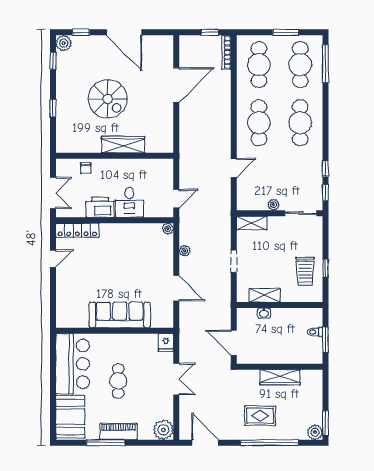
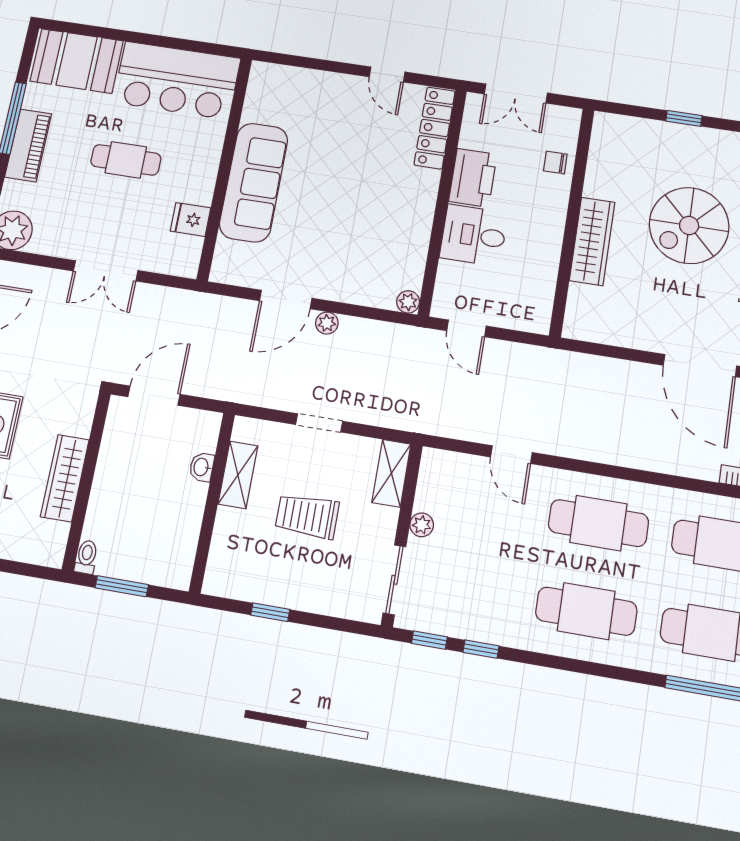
plant: (185, 251) -> (327, 323), moved
trolley: (305, 271) -> (307, 516), moved
toilet: (315, 332) -> (86, 557), moved
fridge: (166, 343) -> (190, 219), moved

